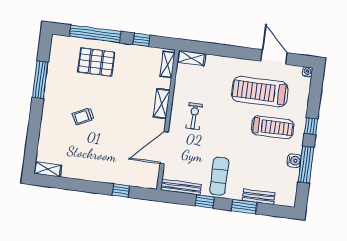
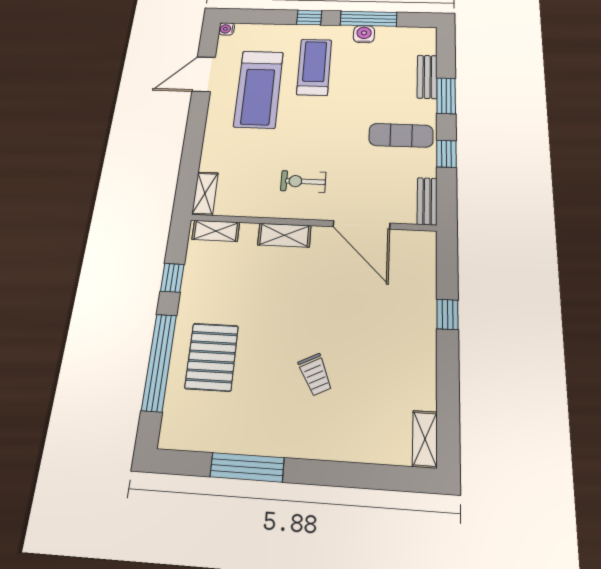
bench: (181, 187) -> (427, 201), width x0.73
window: (121, 191) -> (447, 314), moved

